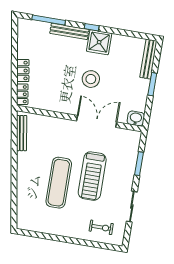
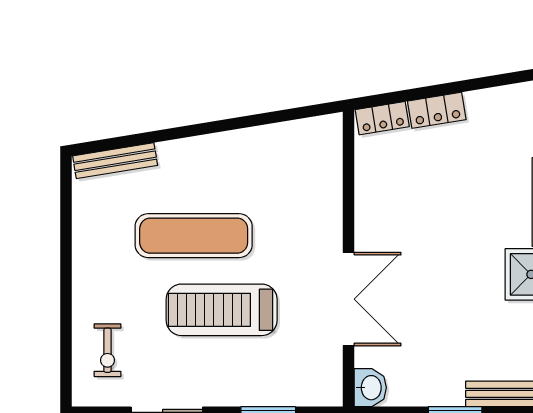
stool: (91, 79) -> (443, 269), removed
bench: (22, 133) -> (115, 161), moved

